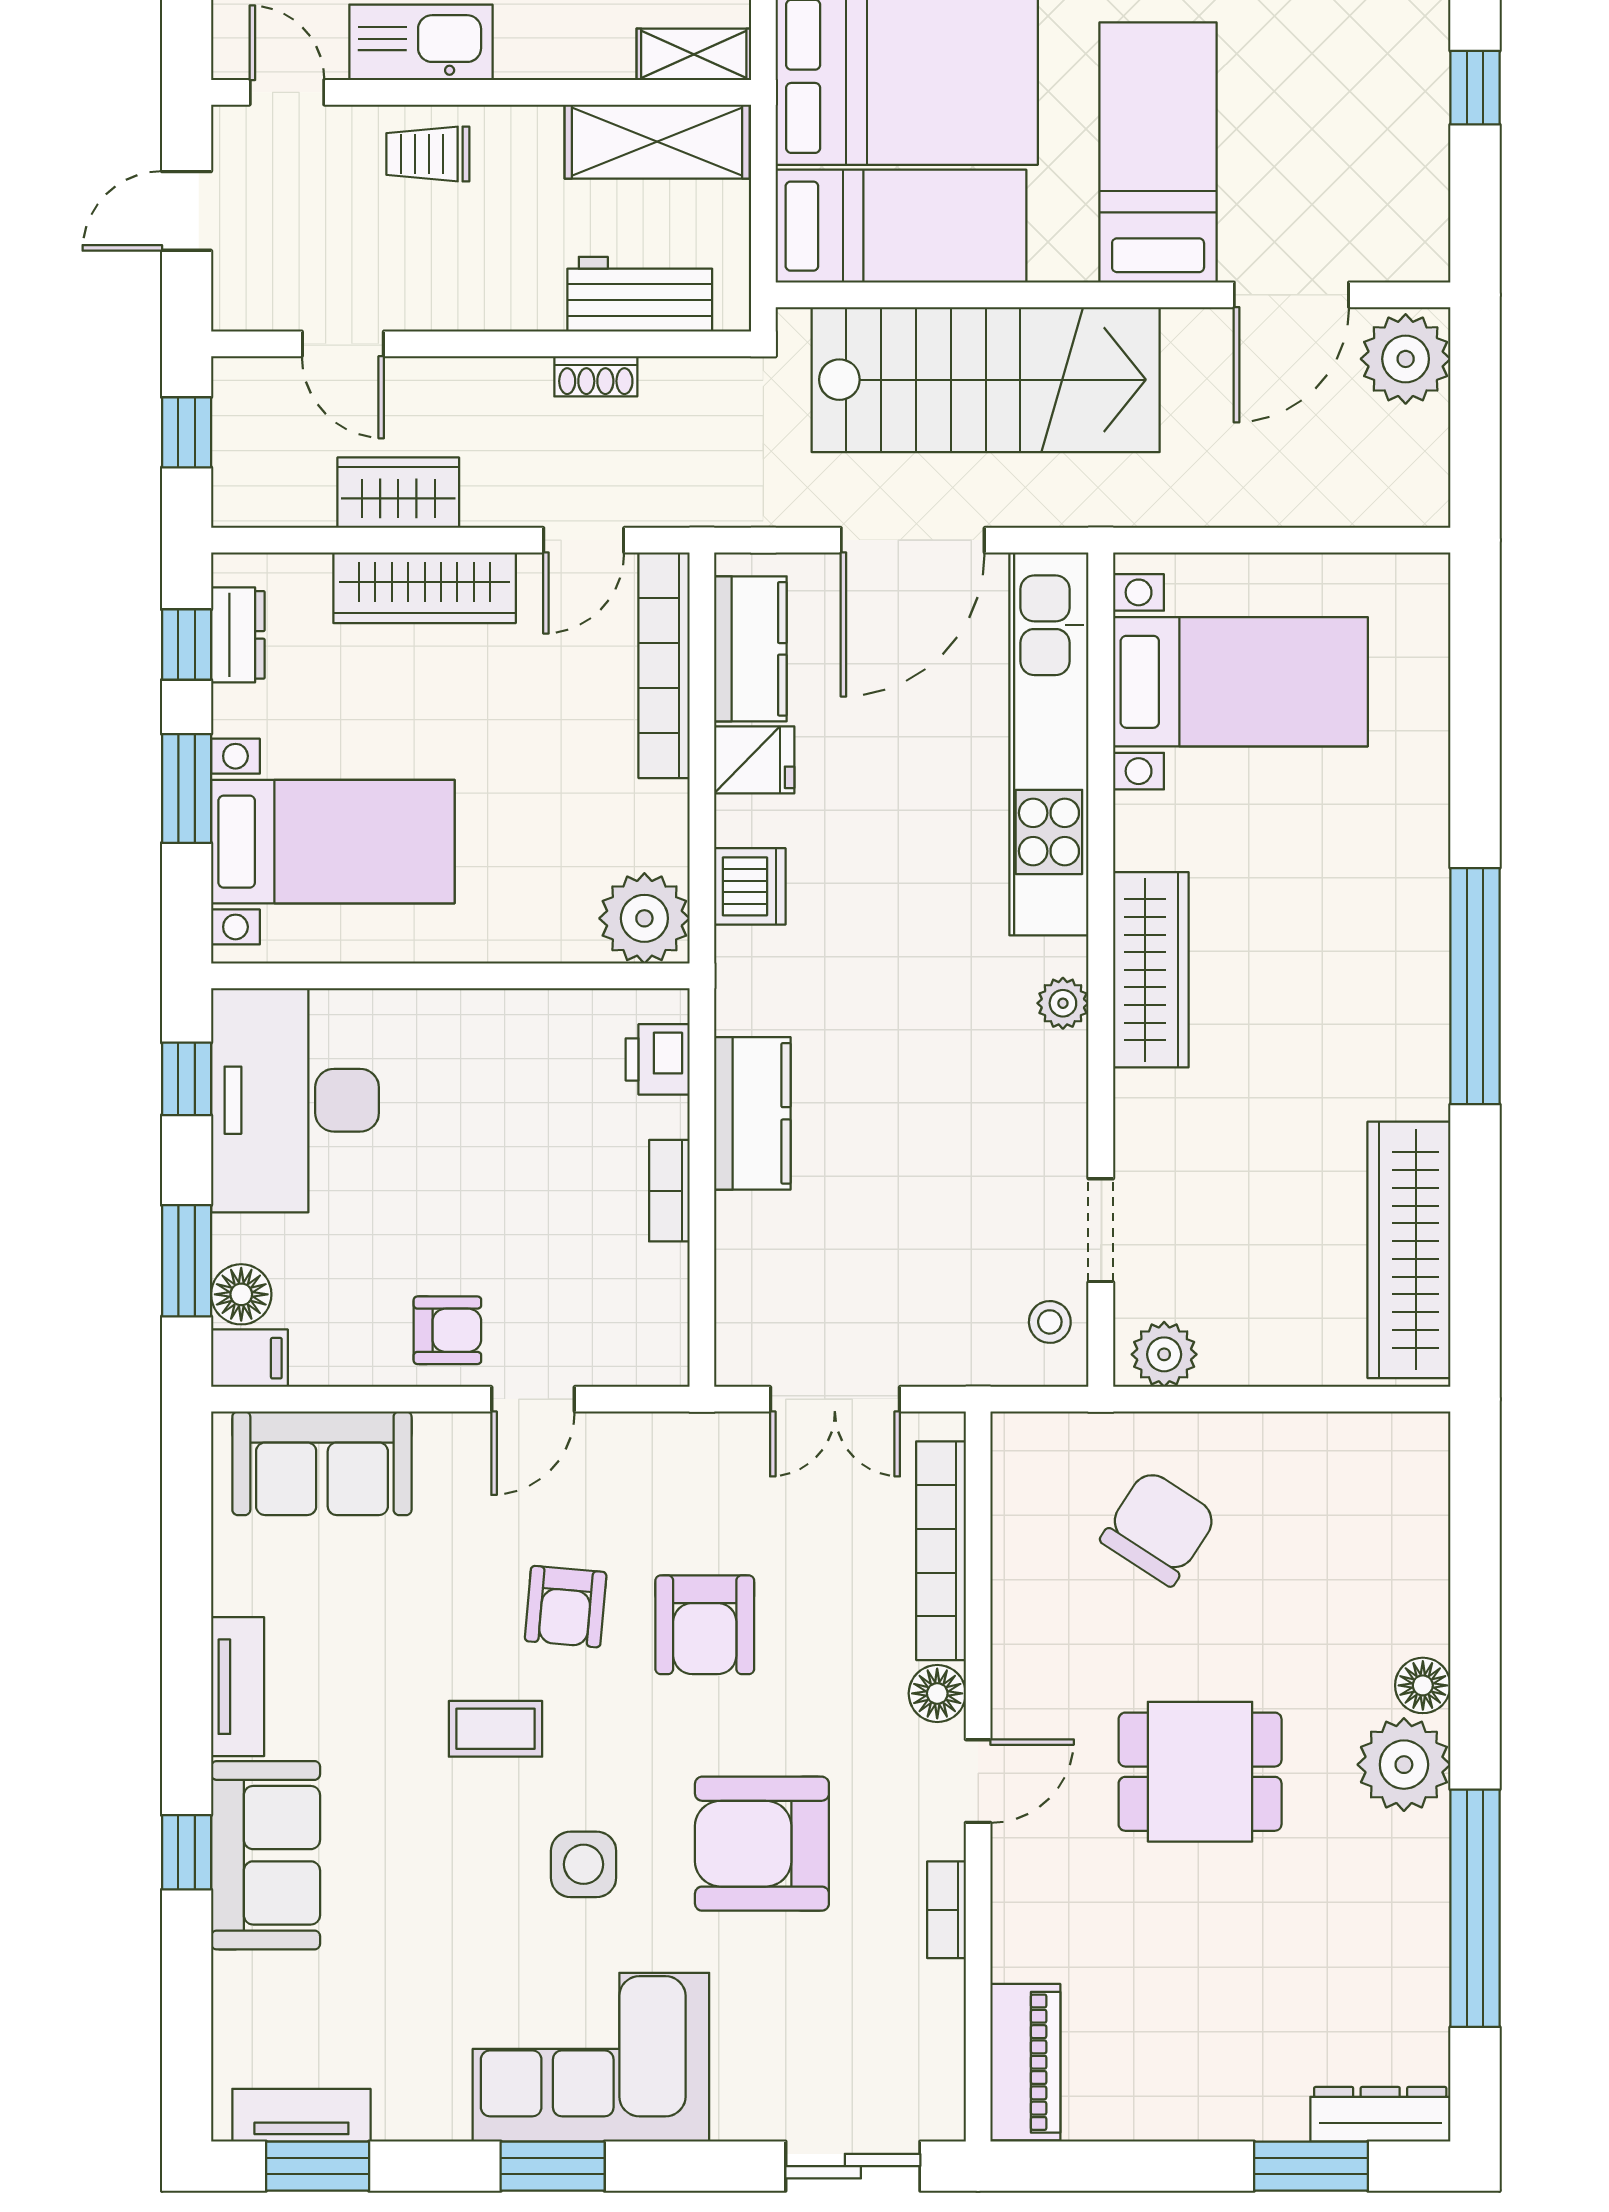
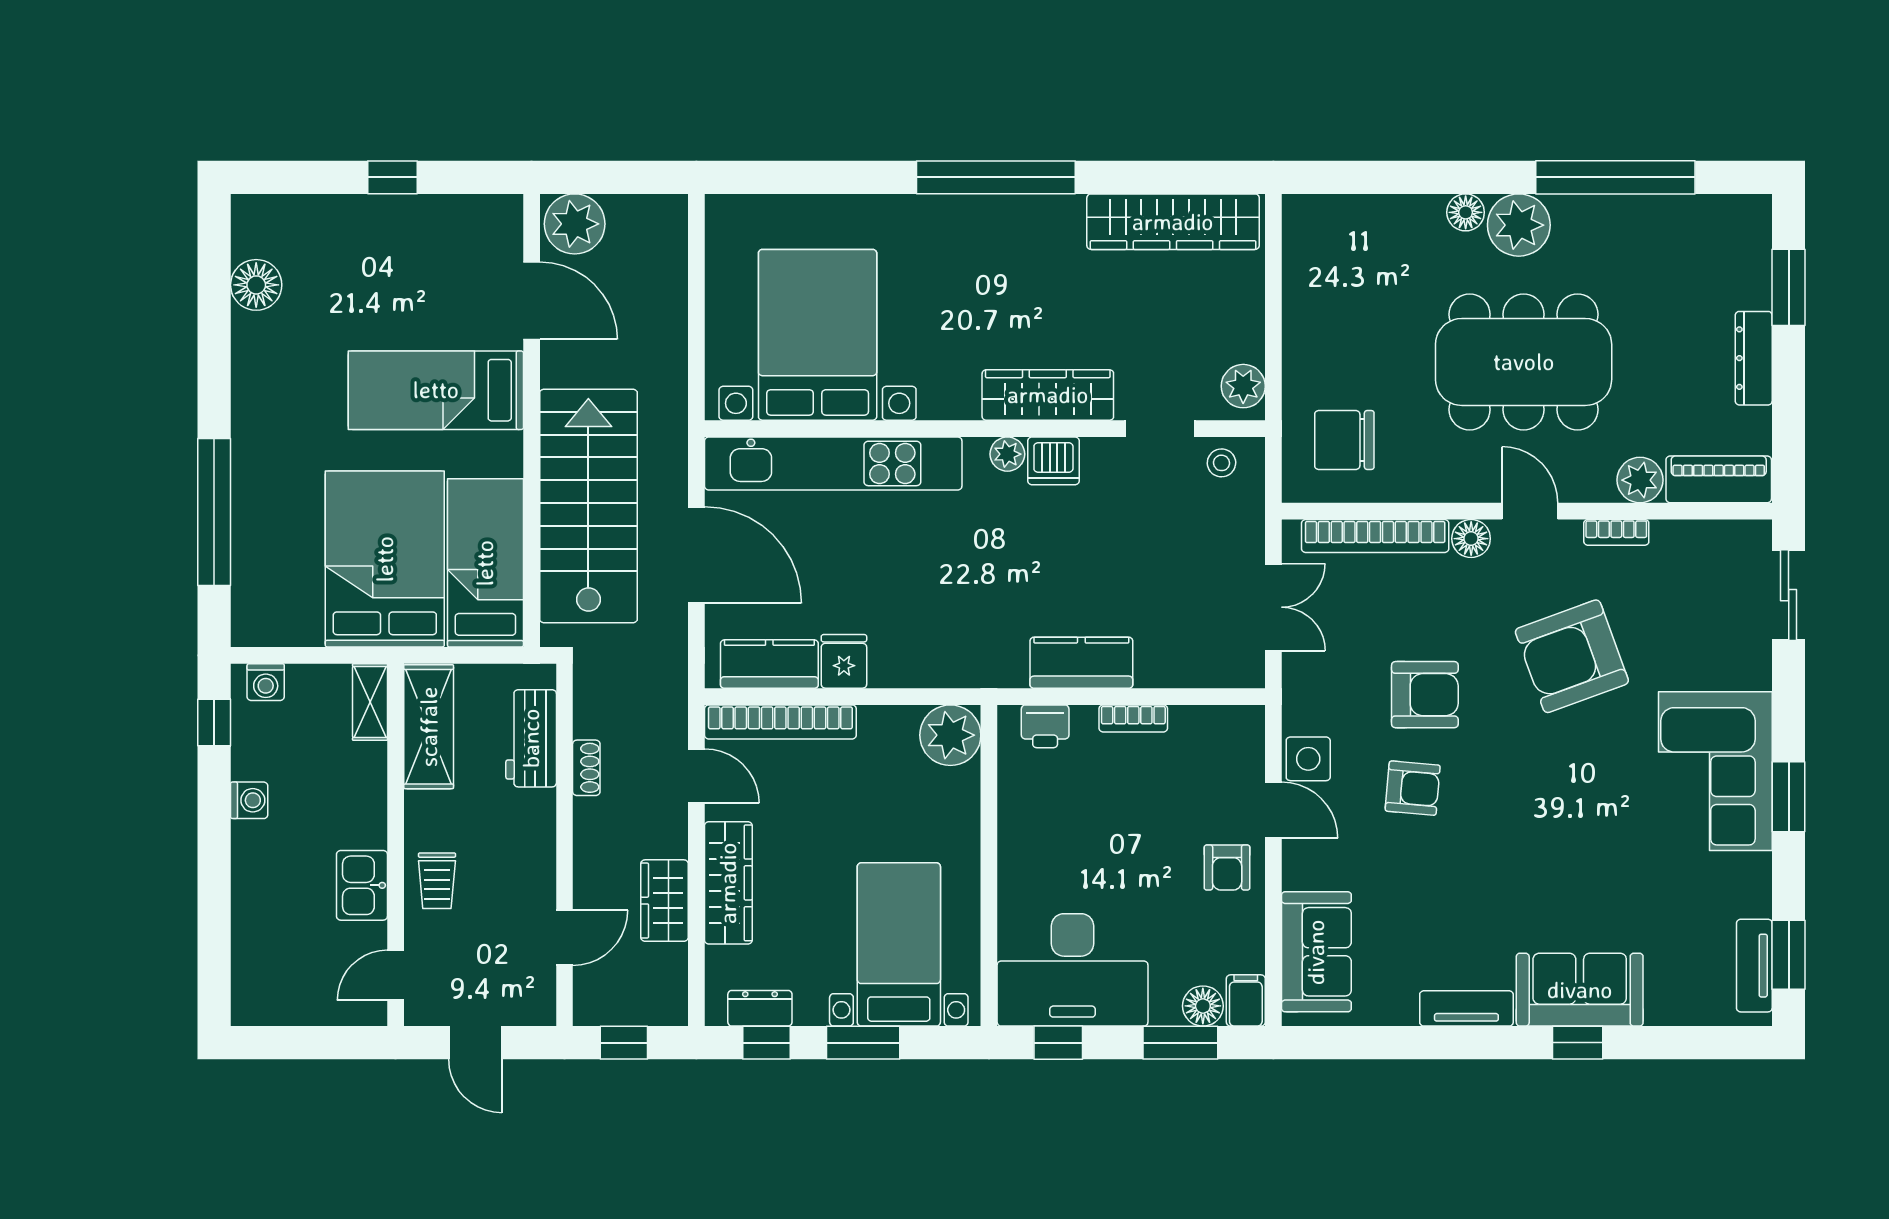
kitchen sink: (421, 42) -> (362, 885), width x0.73
bed with nightstands: (1240, 682) -> (818, 335), width x1.36
dishwasher: (750, 886) -> (1053, 461), moved, turned 180
wardrobe: (1151, 970) -> (1048, 395), moved
armchair: (447, 1330) -> (1227, 867), turned 180
chair: (1159, 1528) -> (1344, 440), moved, turned -33
coffee table: (496, 1729) -> (1495, 835), removed
dining table: (1200, 1772) -> (1524, 362), width x1.88, depth x1.24
armchair: (762, 1844) -> (1572, 656), turned 70
side table: (584, 1864) -> (1308, 759), moved
plant: (1024, 1945) -> (1640, 480), added
dresser: (1380, 2114) -> (1754, 358), moved

